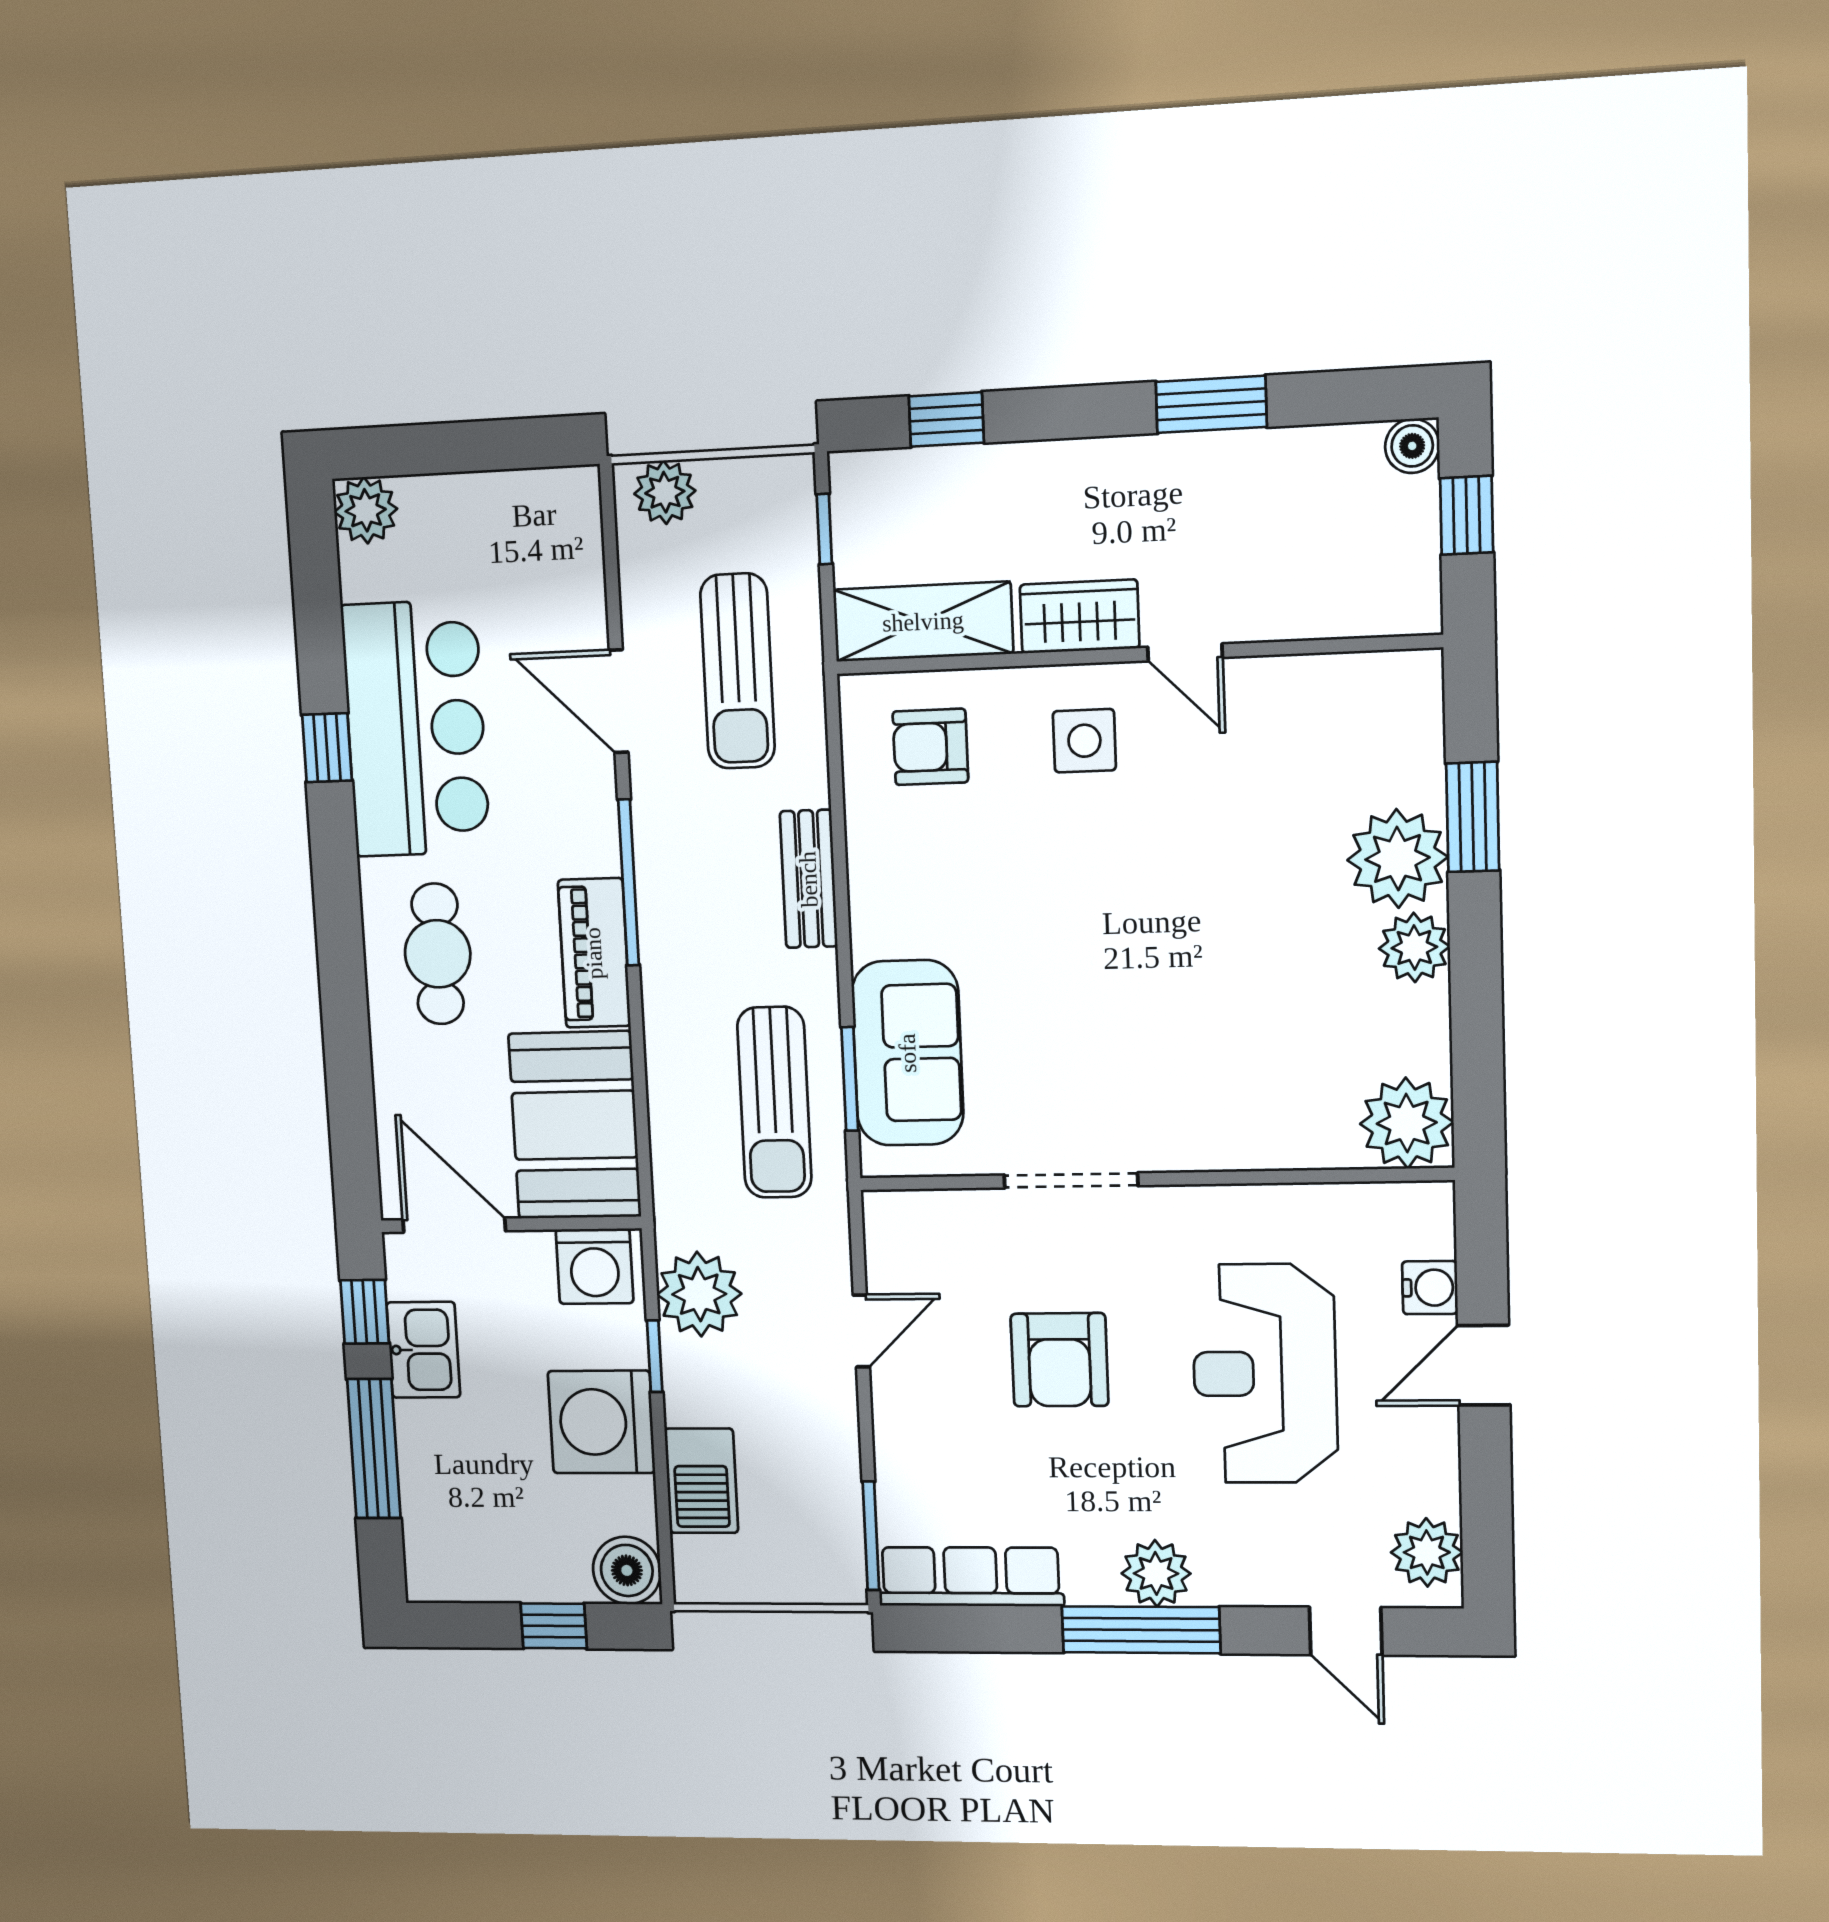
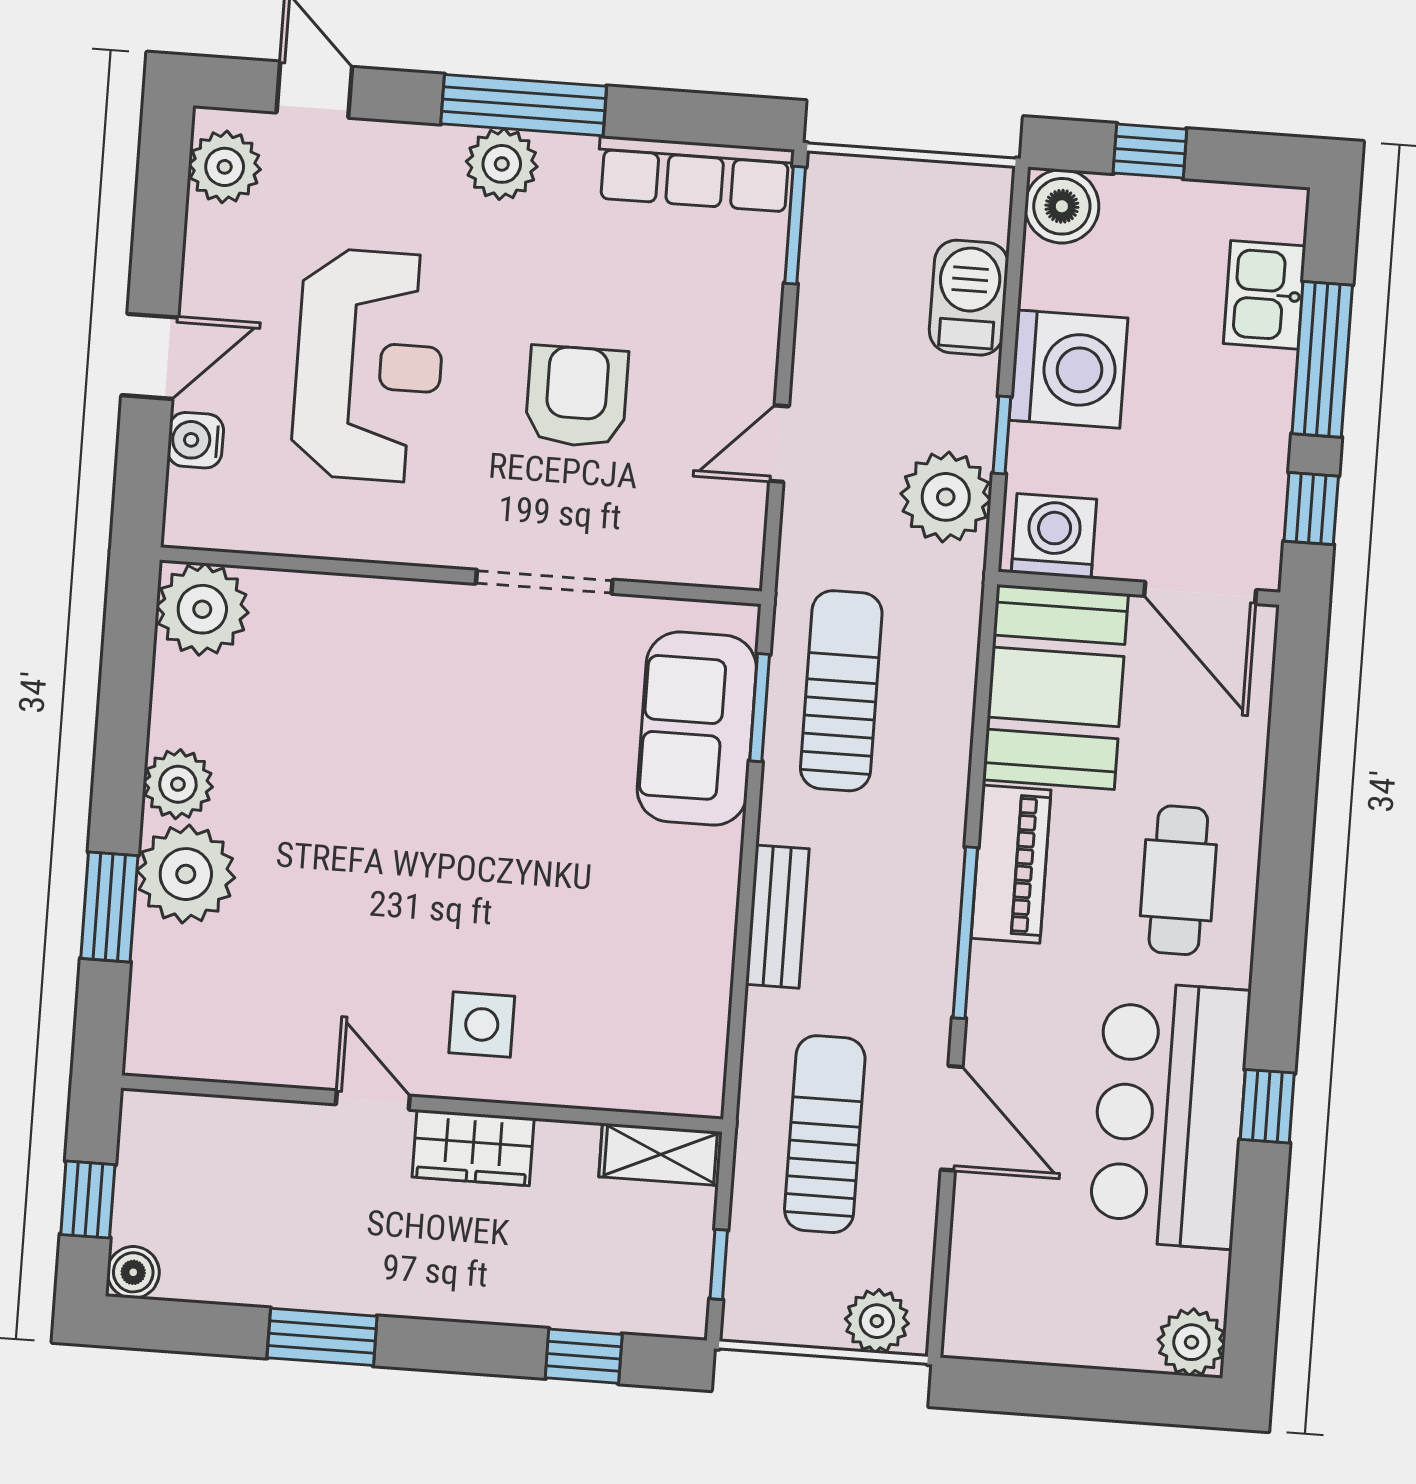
shelving: (923, 622) -> (661, 1154), width x0.67, depth x0.75
armchair: (930, 747) -> (637, 1036), removed
kitchen sink: (423, 1350) -> (1265, 295), moved

